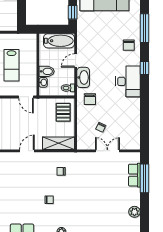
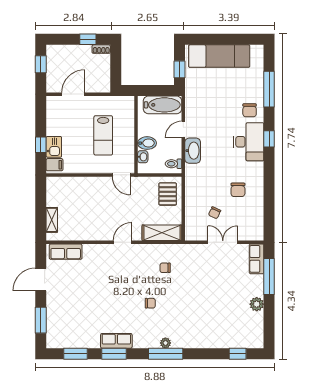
desk: (128, 81) -> (249, 142), moved
chair: (90, 99) -> (238, 190), moved
row of seats: (134, 175) -> (257, 259), moved
plant: (134, 212) -> (257, 304), moved

